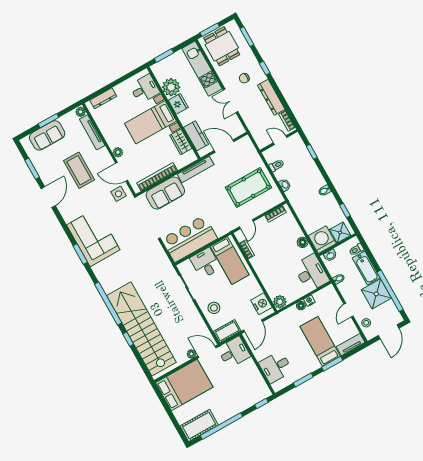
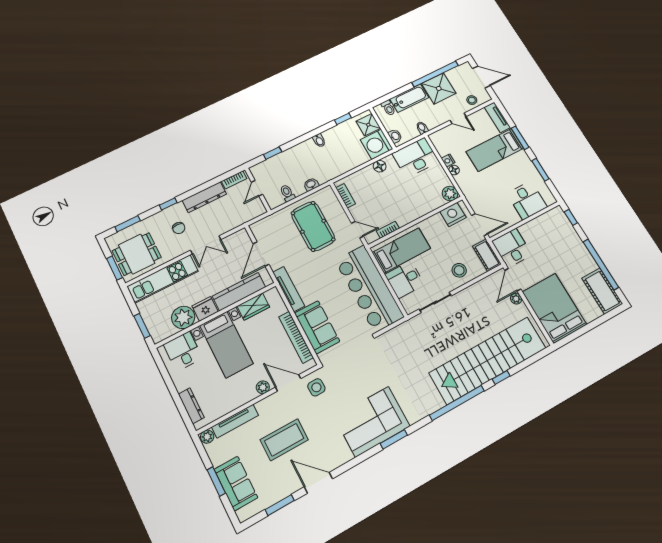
kitchen counter: (196, 136) -> (239, 292), width x1.50
door: (122, 172) -> (288, 383), swing flipped
bar counter: (189, 239) -> (369, 289), width x1.36

